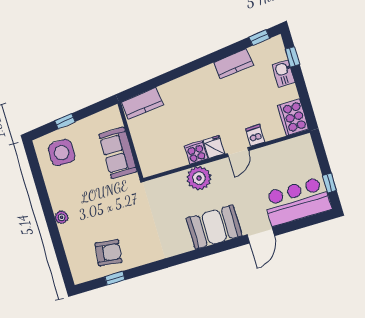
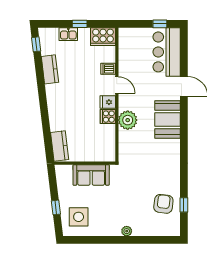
window: (292, 57) -> (80, 24), moved

